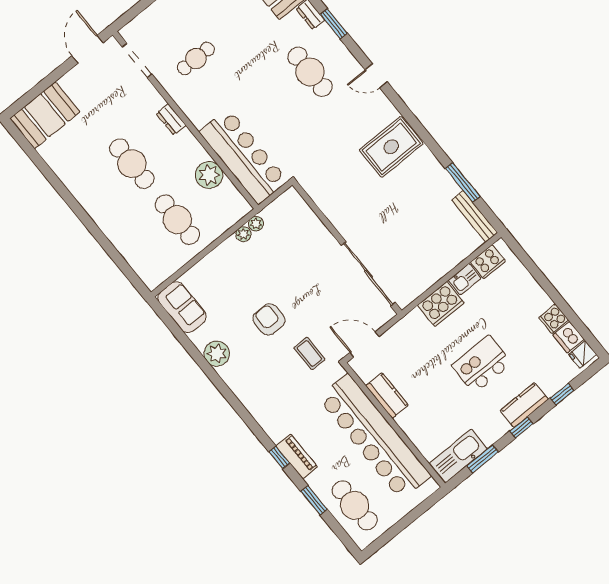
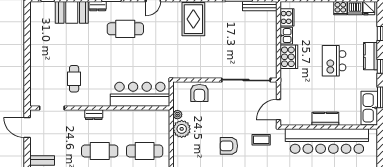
plant: (209, 175) -> (136, 118), removed
armchair: (305, 229) -> (199, 93), added
plant: (243, 234) -> (182, 129), width x1.88, depth x1.88
kitchen counter: (387, 396) -> (325, 119), moved

